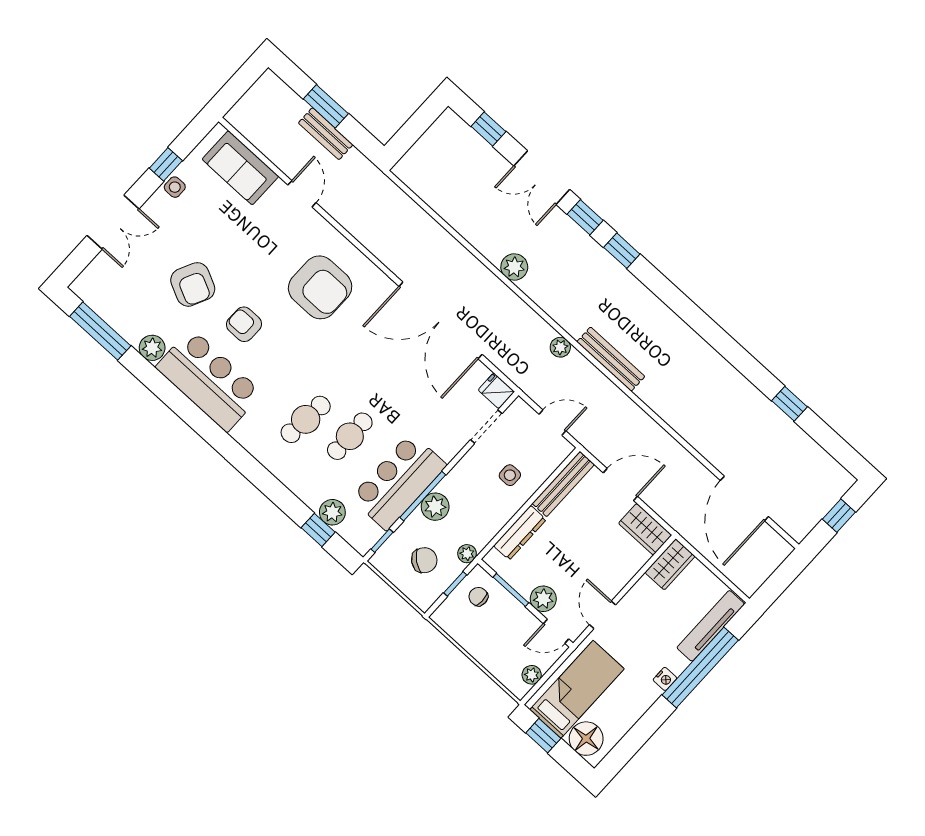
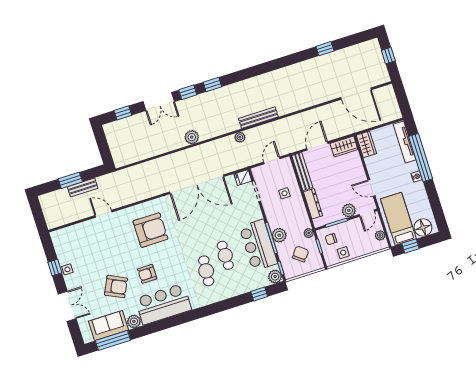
sofa: (240, 168) -> (109, 326), moved, turned 180
plant: (332, 512) -> (275, 277), moved
side table: (468, 630) -> (343, 253), added

